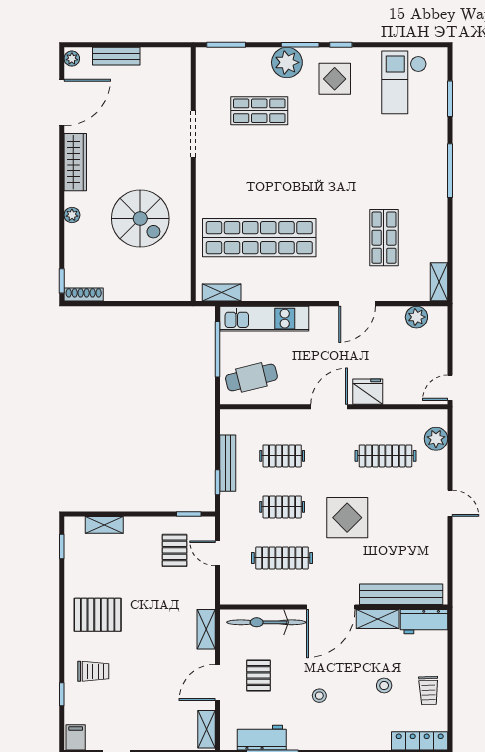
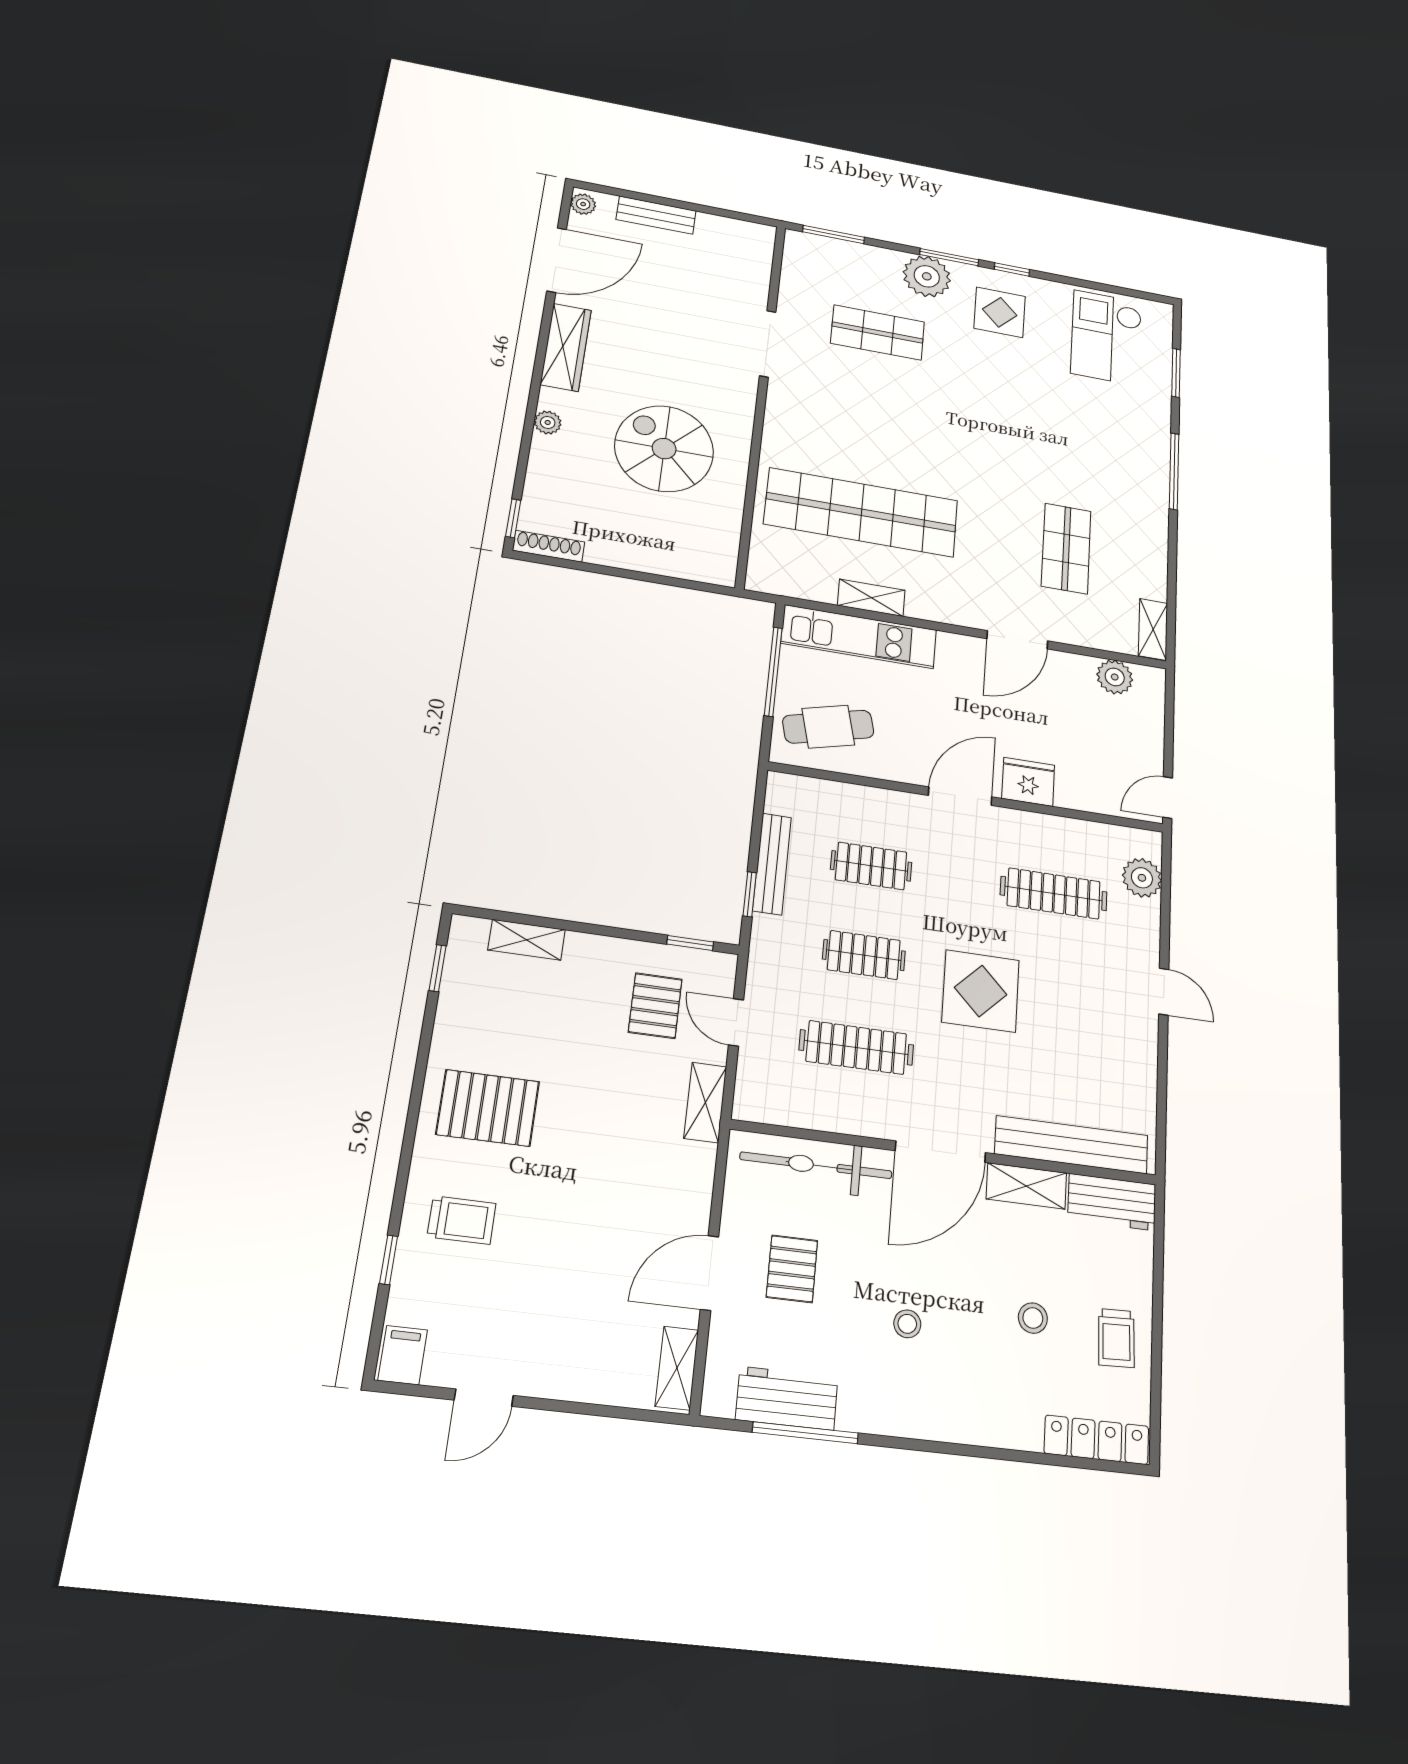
spiral stairs: (140, 219) -> (664, 449), turned 180
shelving: (222, 293) -> (871, 598), moved
shelving: (206, 629) -> (705, 1102), moved

